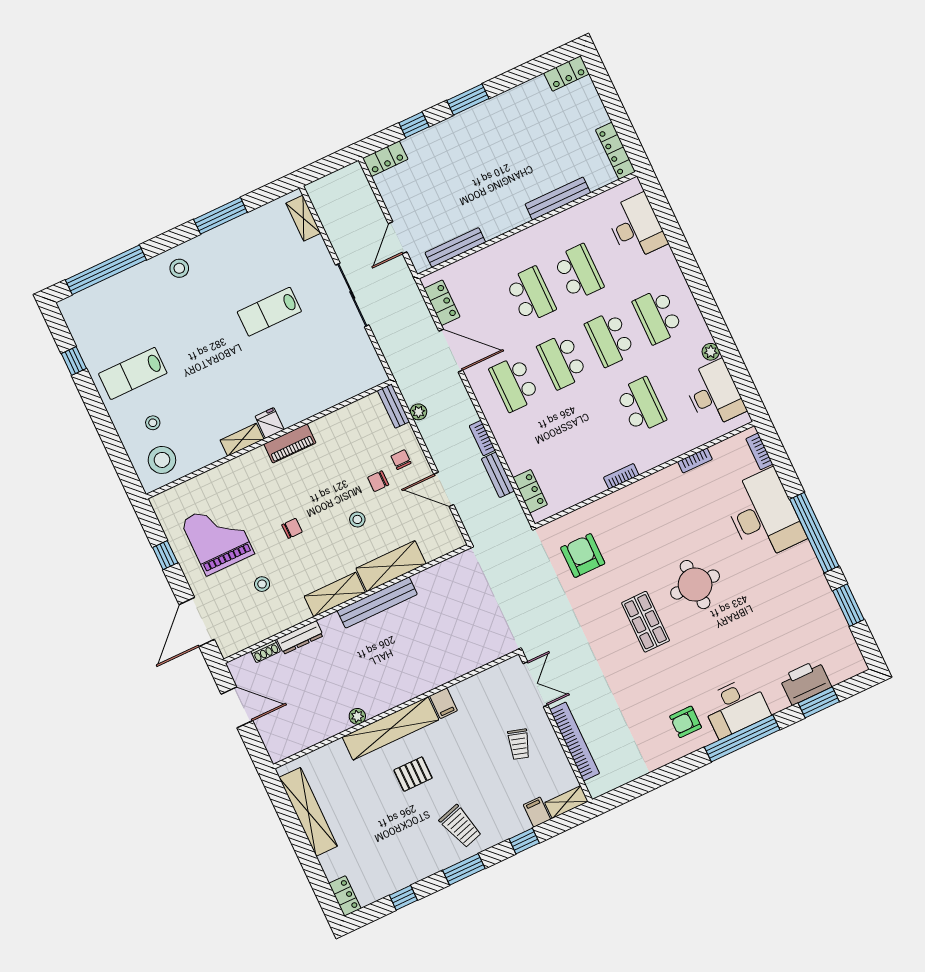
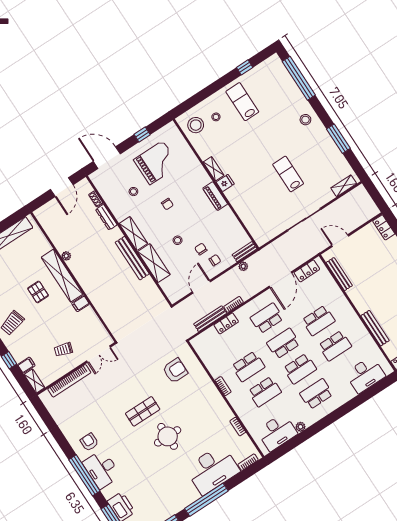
school desk: (610, 339) -> (300, 369), turned 180
school desk: (593, 428) -> (248, 366), added
bench: (498, 475) -> (210, 319), width x1.36
locker: (530, 491) -> (226, 323), moved

